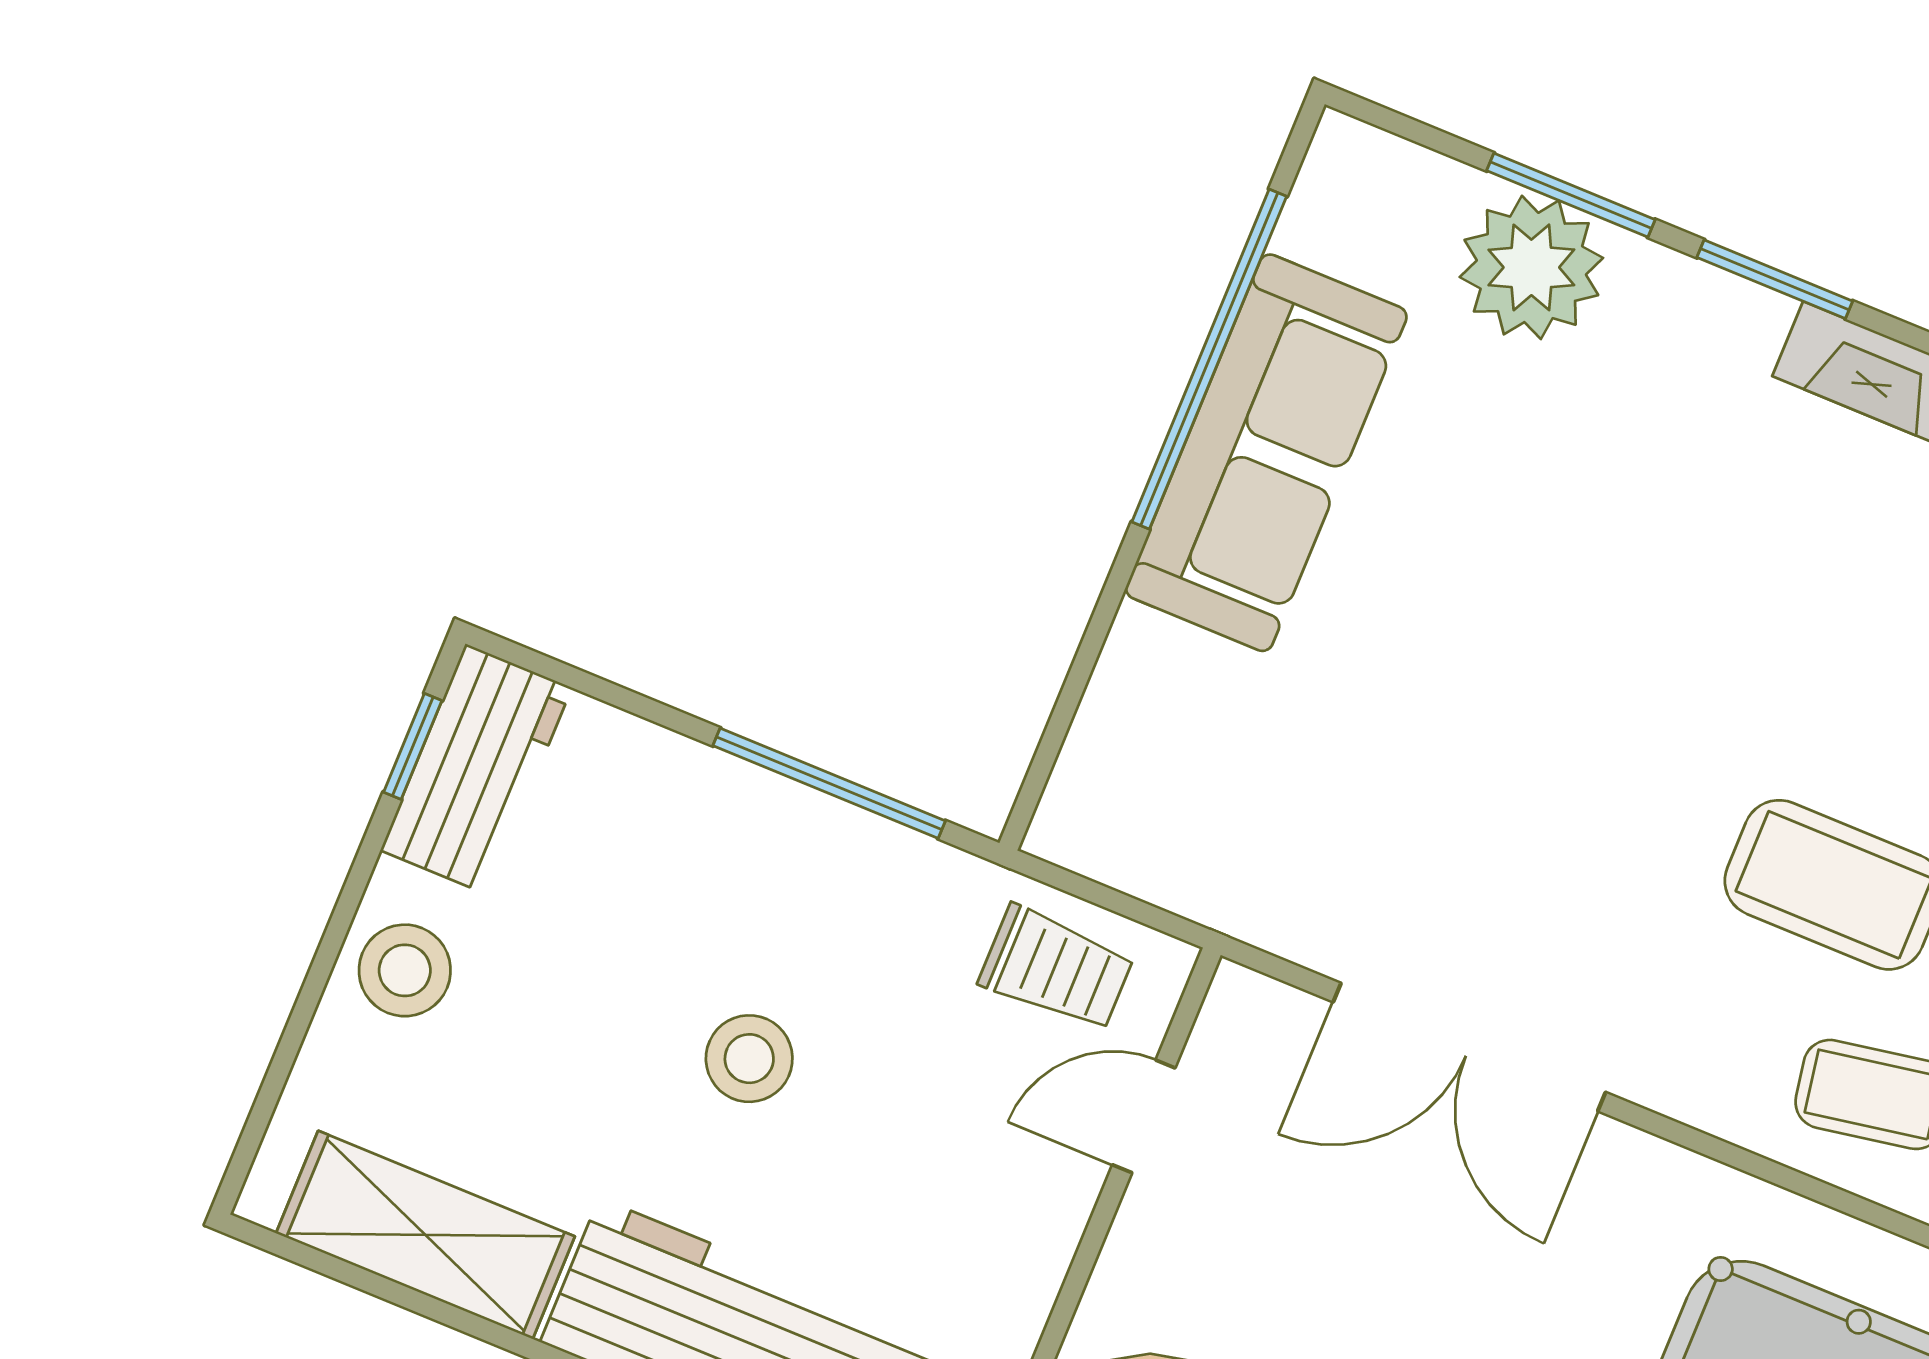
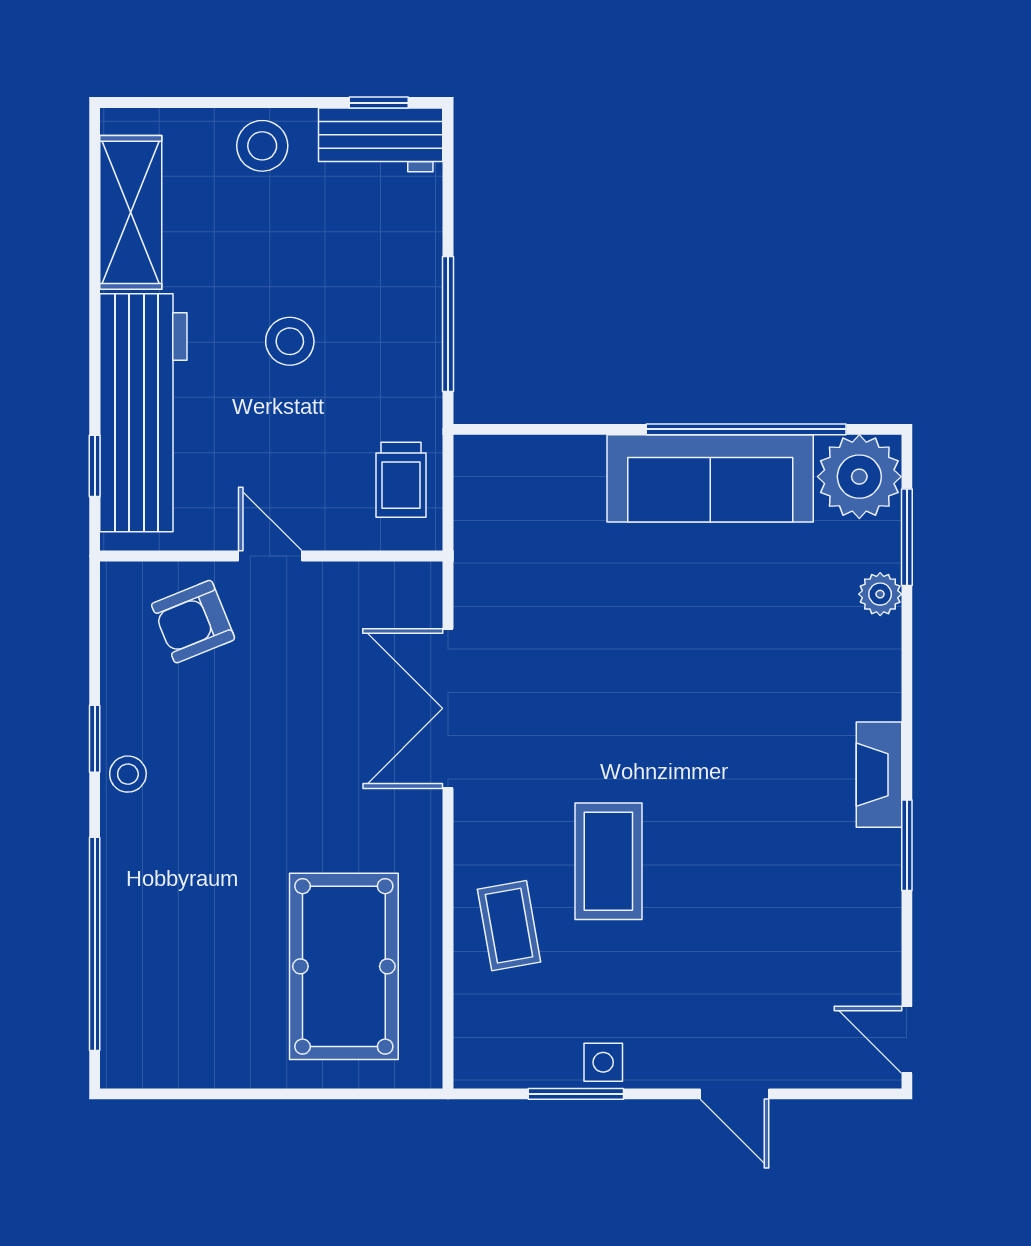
window: (1571, 195) -> (907, 537), moved
plant: (1366, 203) -> (859, 477), added
plant: (1531, 267) -> (880, 594), width x0.53, depth x0.53
window: (1775, 279) -> (907, 703), removed
door: (1144, 1116) -> (270, 556), moved

